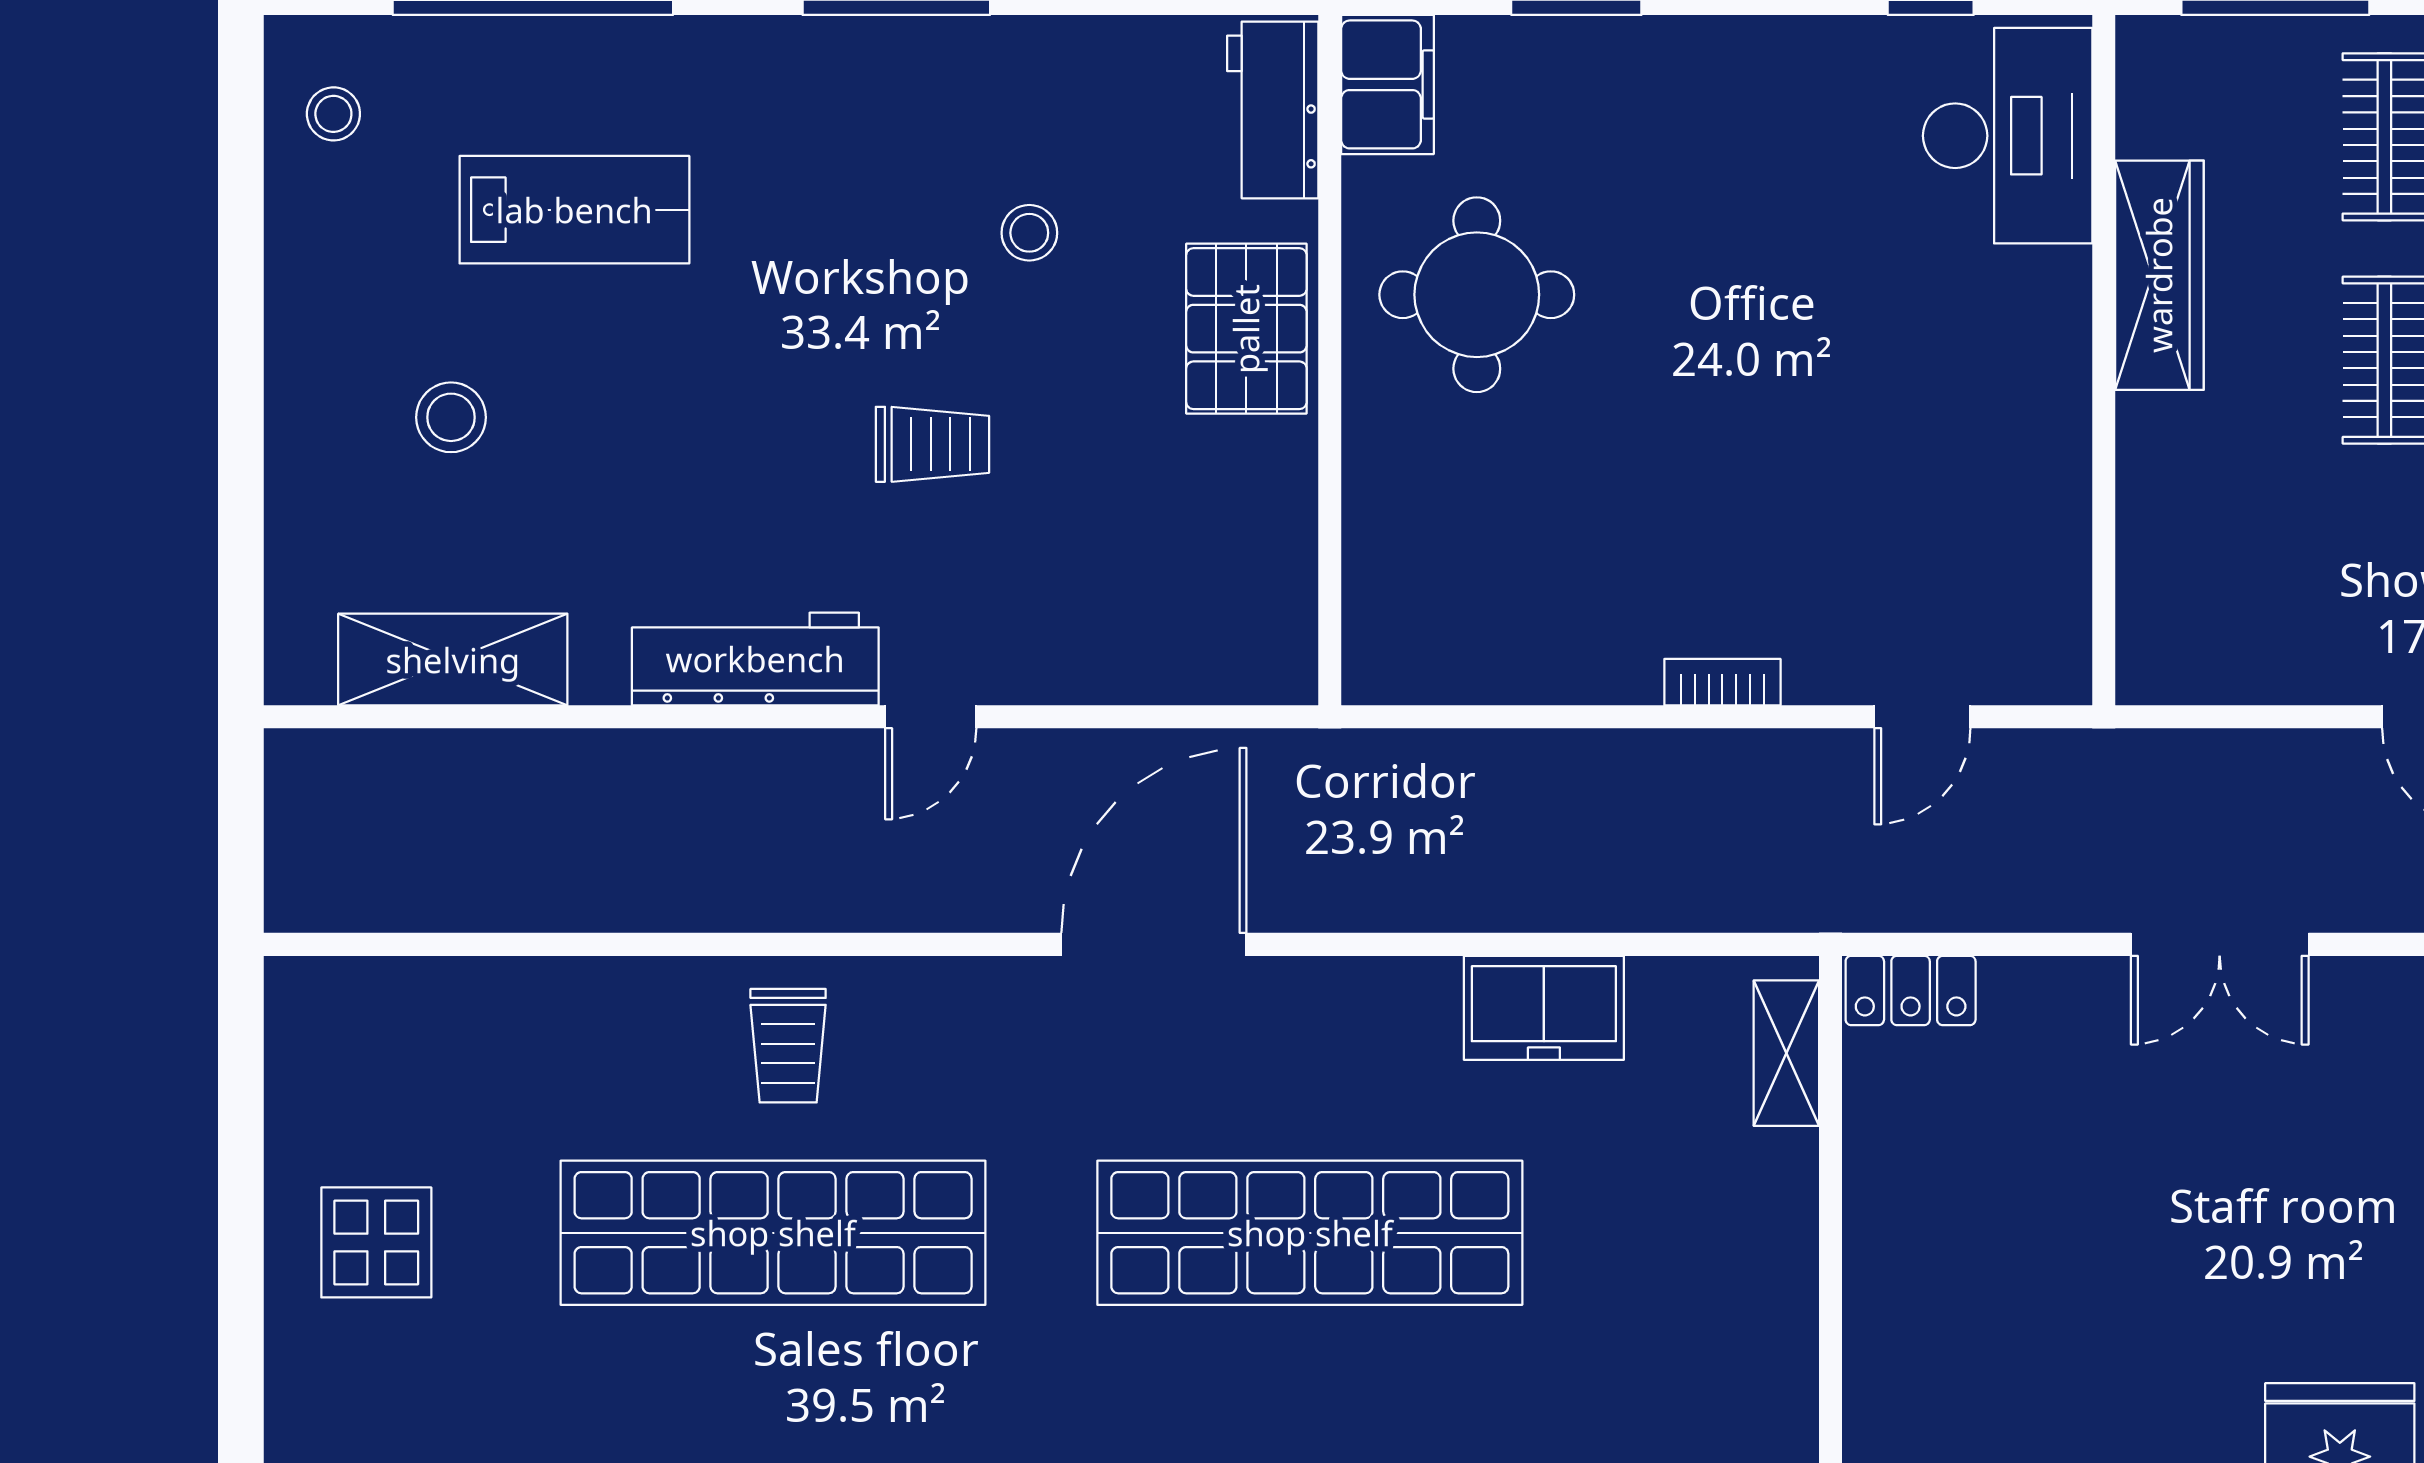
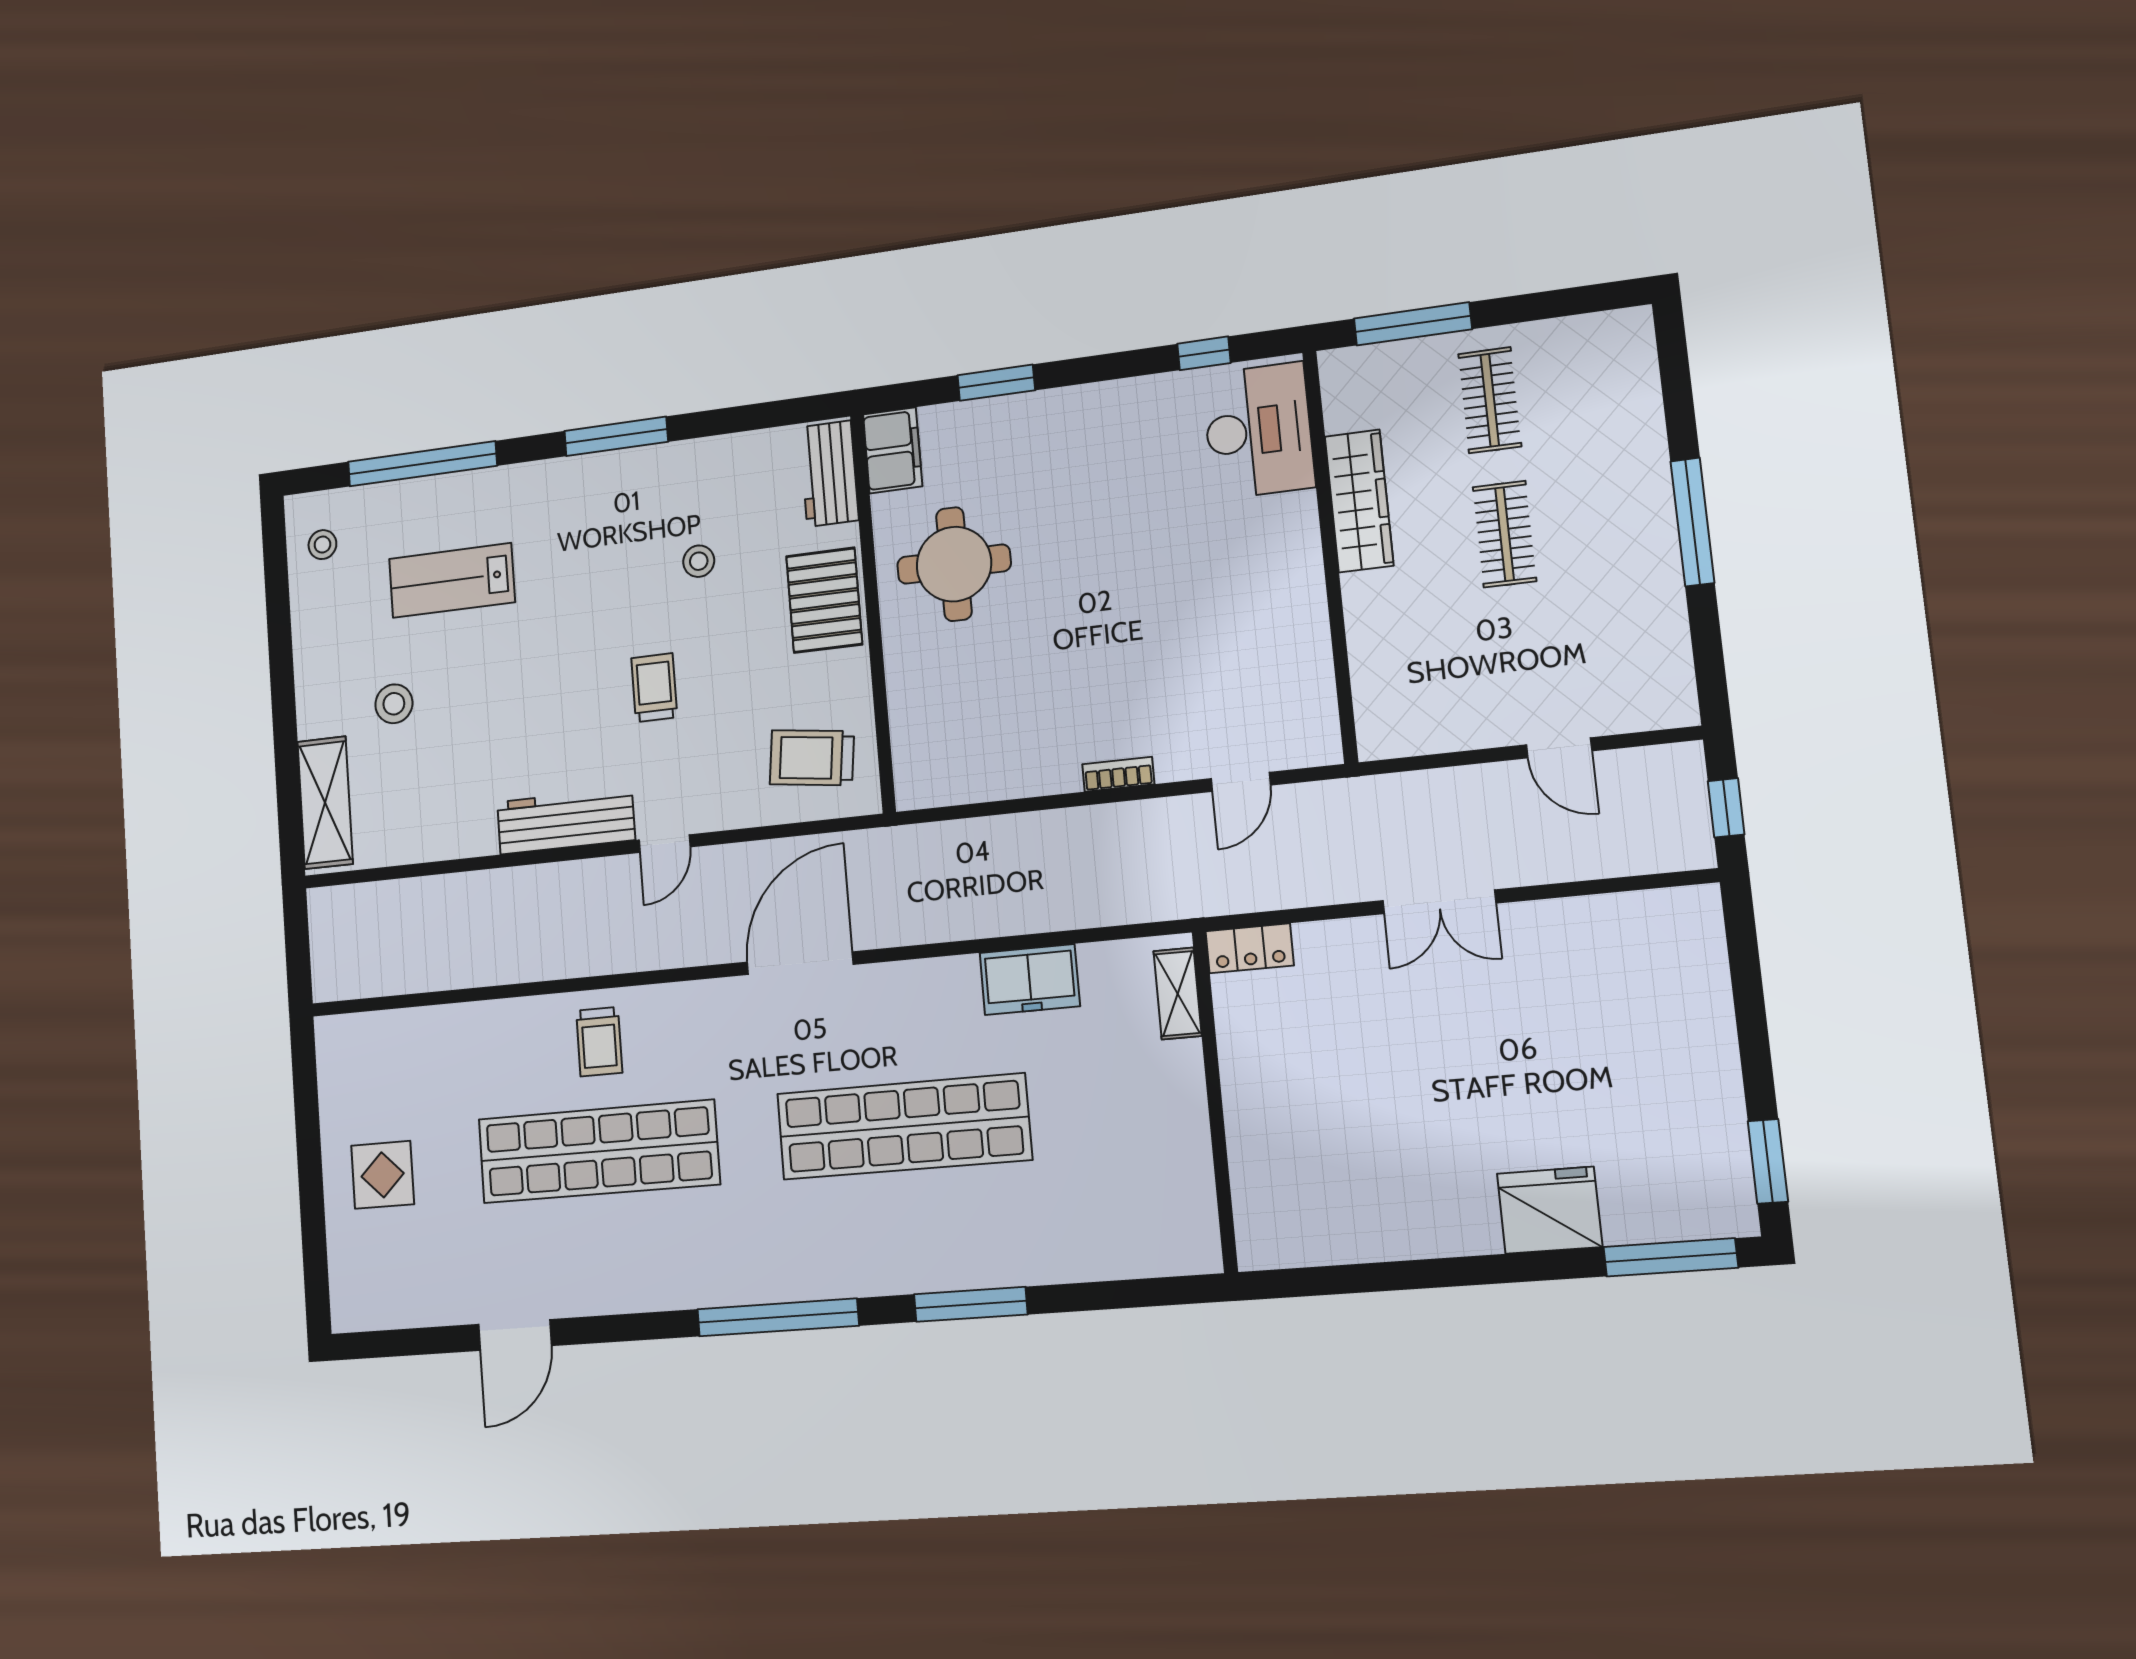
lab bench: (574, 210) -> (452, 580), turned 180
trolley: (932, 444) -> (654, 688), turned -90
trolley: (1203, 597) -> (812, 758), added
shelving: (453, 660) -> (325, 803), moved, turned 90

